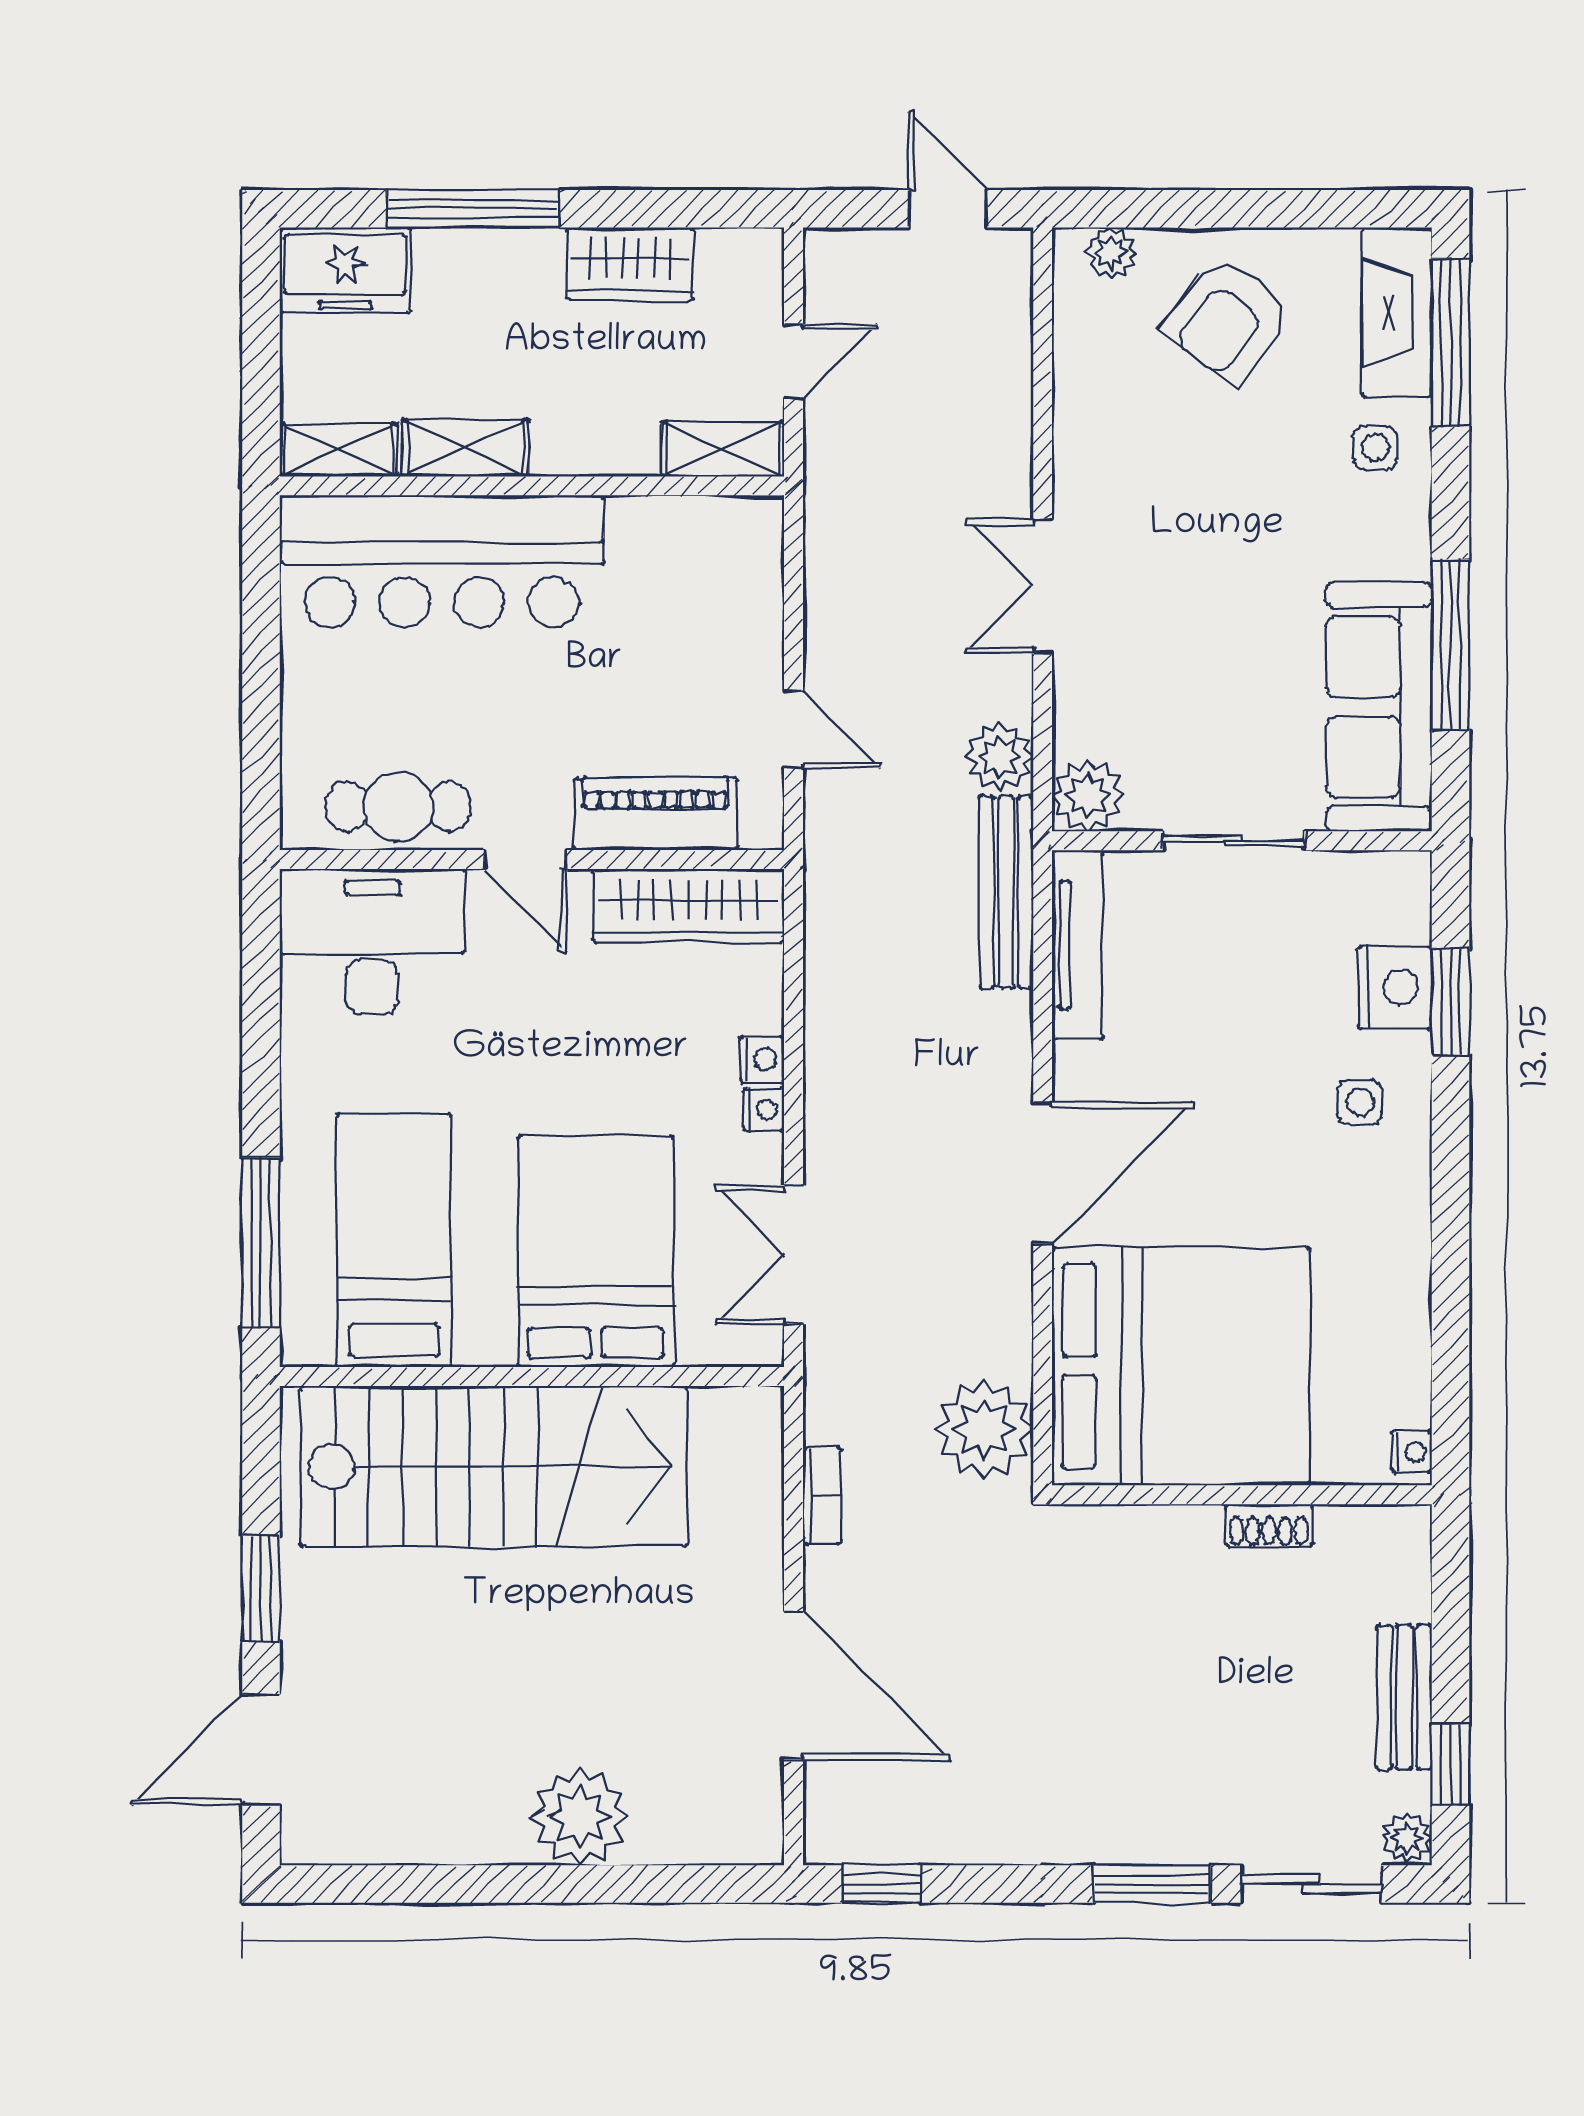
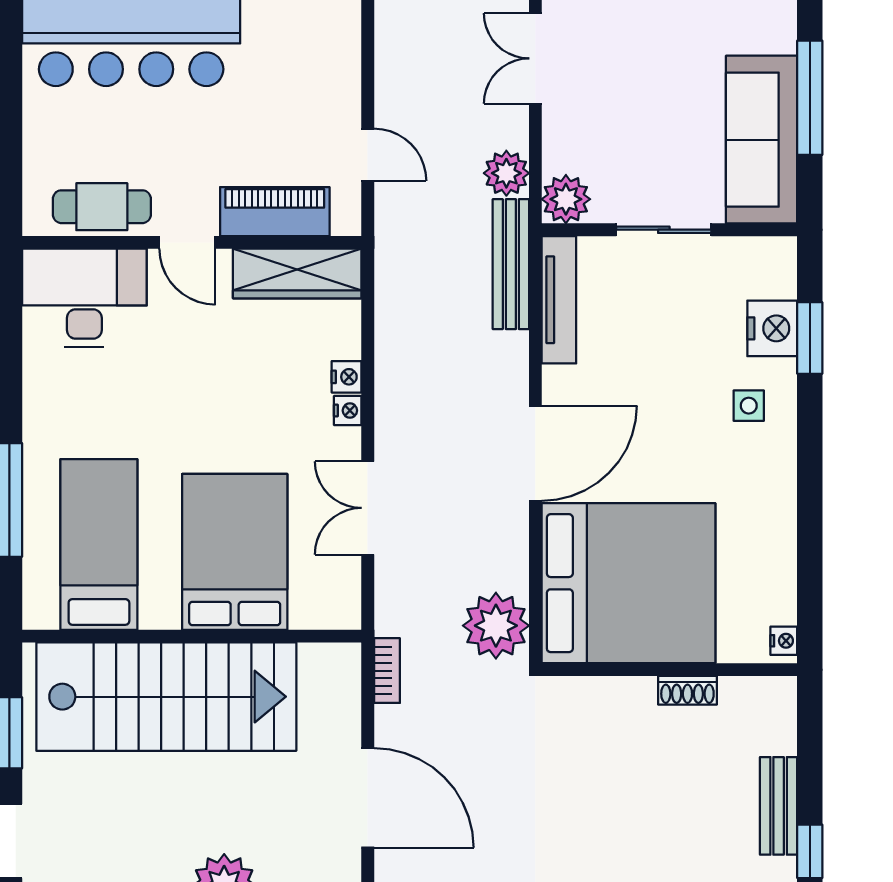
bed: (394, 1240) -> (99, 544), moved
bed: (596, 1251) -> (235, 552), moved
wall: (532, 1376) -> (192, 636), moved
stairs: (494, 1466) -> (166, 697), moved

